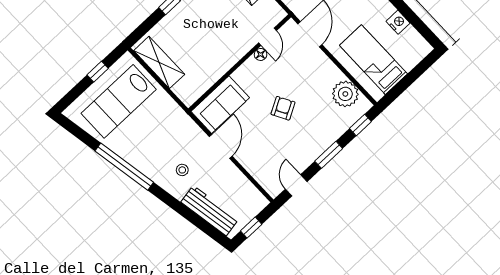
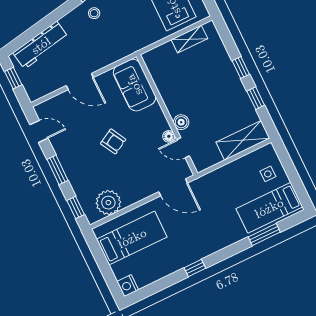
nightstand: (398, 22) -> (128, 286), moved, turned 90
boiler: (243, 47) -> (181, 122), added
shelving: (159, 62) -> (189, 39), width x0.67, depth x0.75
door: (221, 146) -> (80, 82), moved
stool: (182, 170) -> (94, 13), moved

